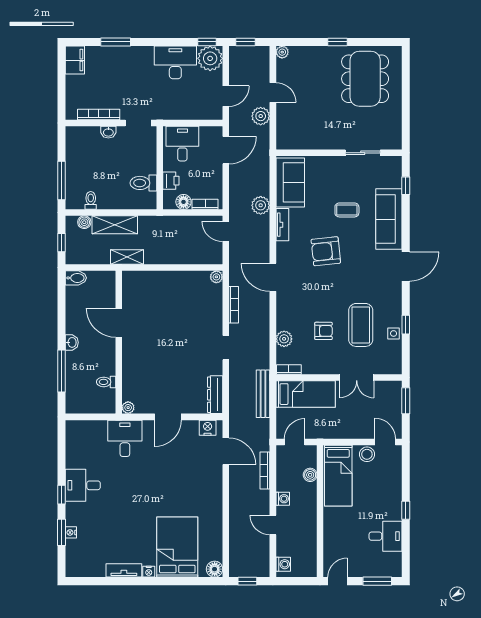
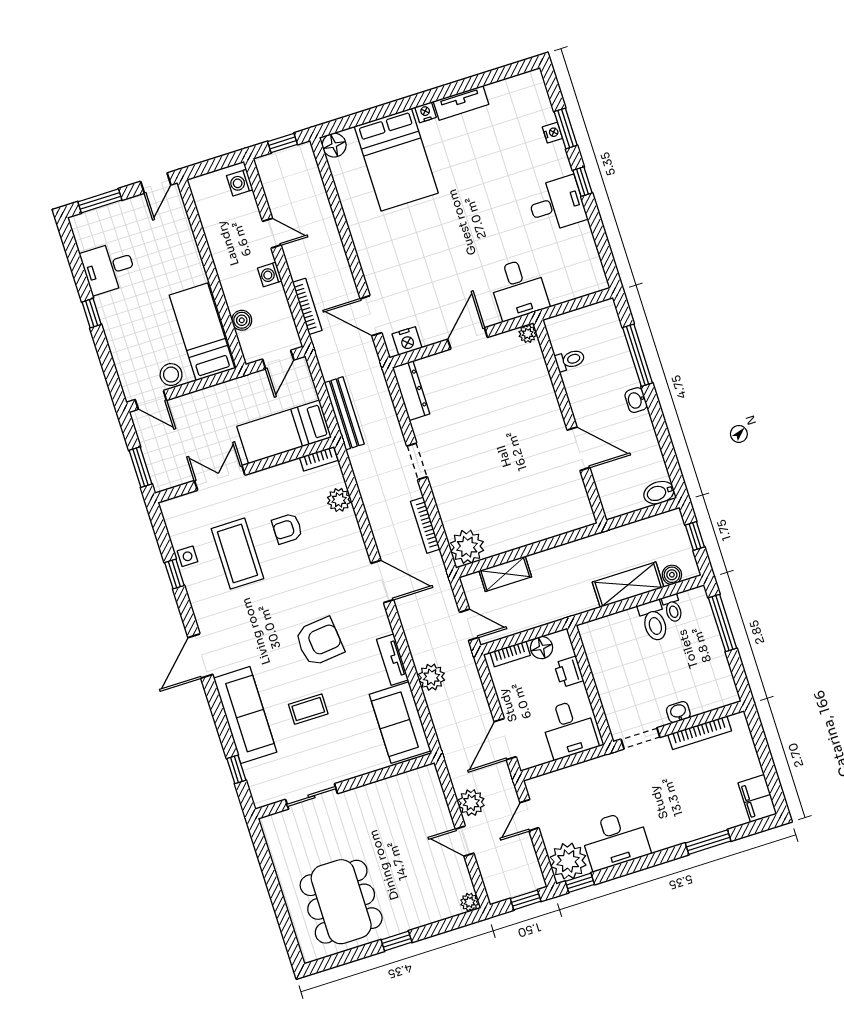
toilet: (143, 183) -> (654, 621), moved, turned 90
shelving: (127, 257) -> (505, 574), moved
plant: (216, 277) -> (467, 547), width x1.88, depth x1.88

